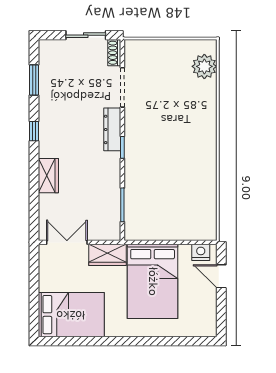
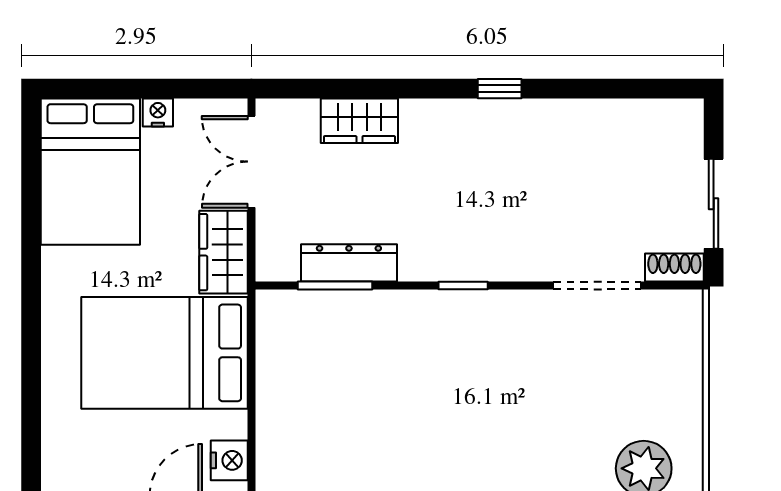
window: (34, 80) -> (614, 89), removed
dresser: (112, 129) -> (349, 263), moved
wardrobe: (48, 176) -> (359, 121), moved
double door: (67, 242) -> (251, 162), swing flipped
nightstand: (45, 284) -> (158, 112), added

